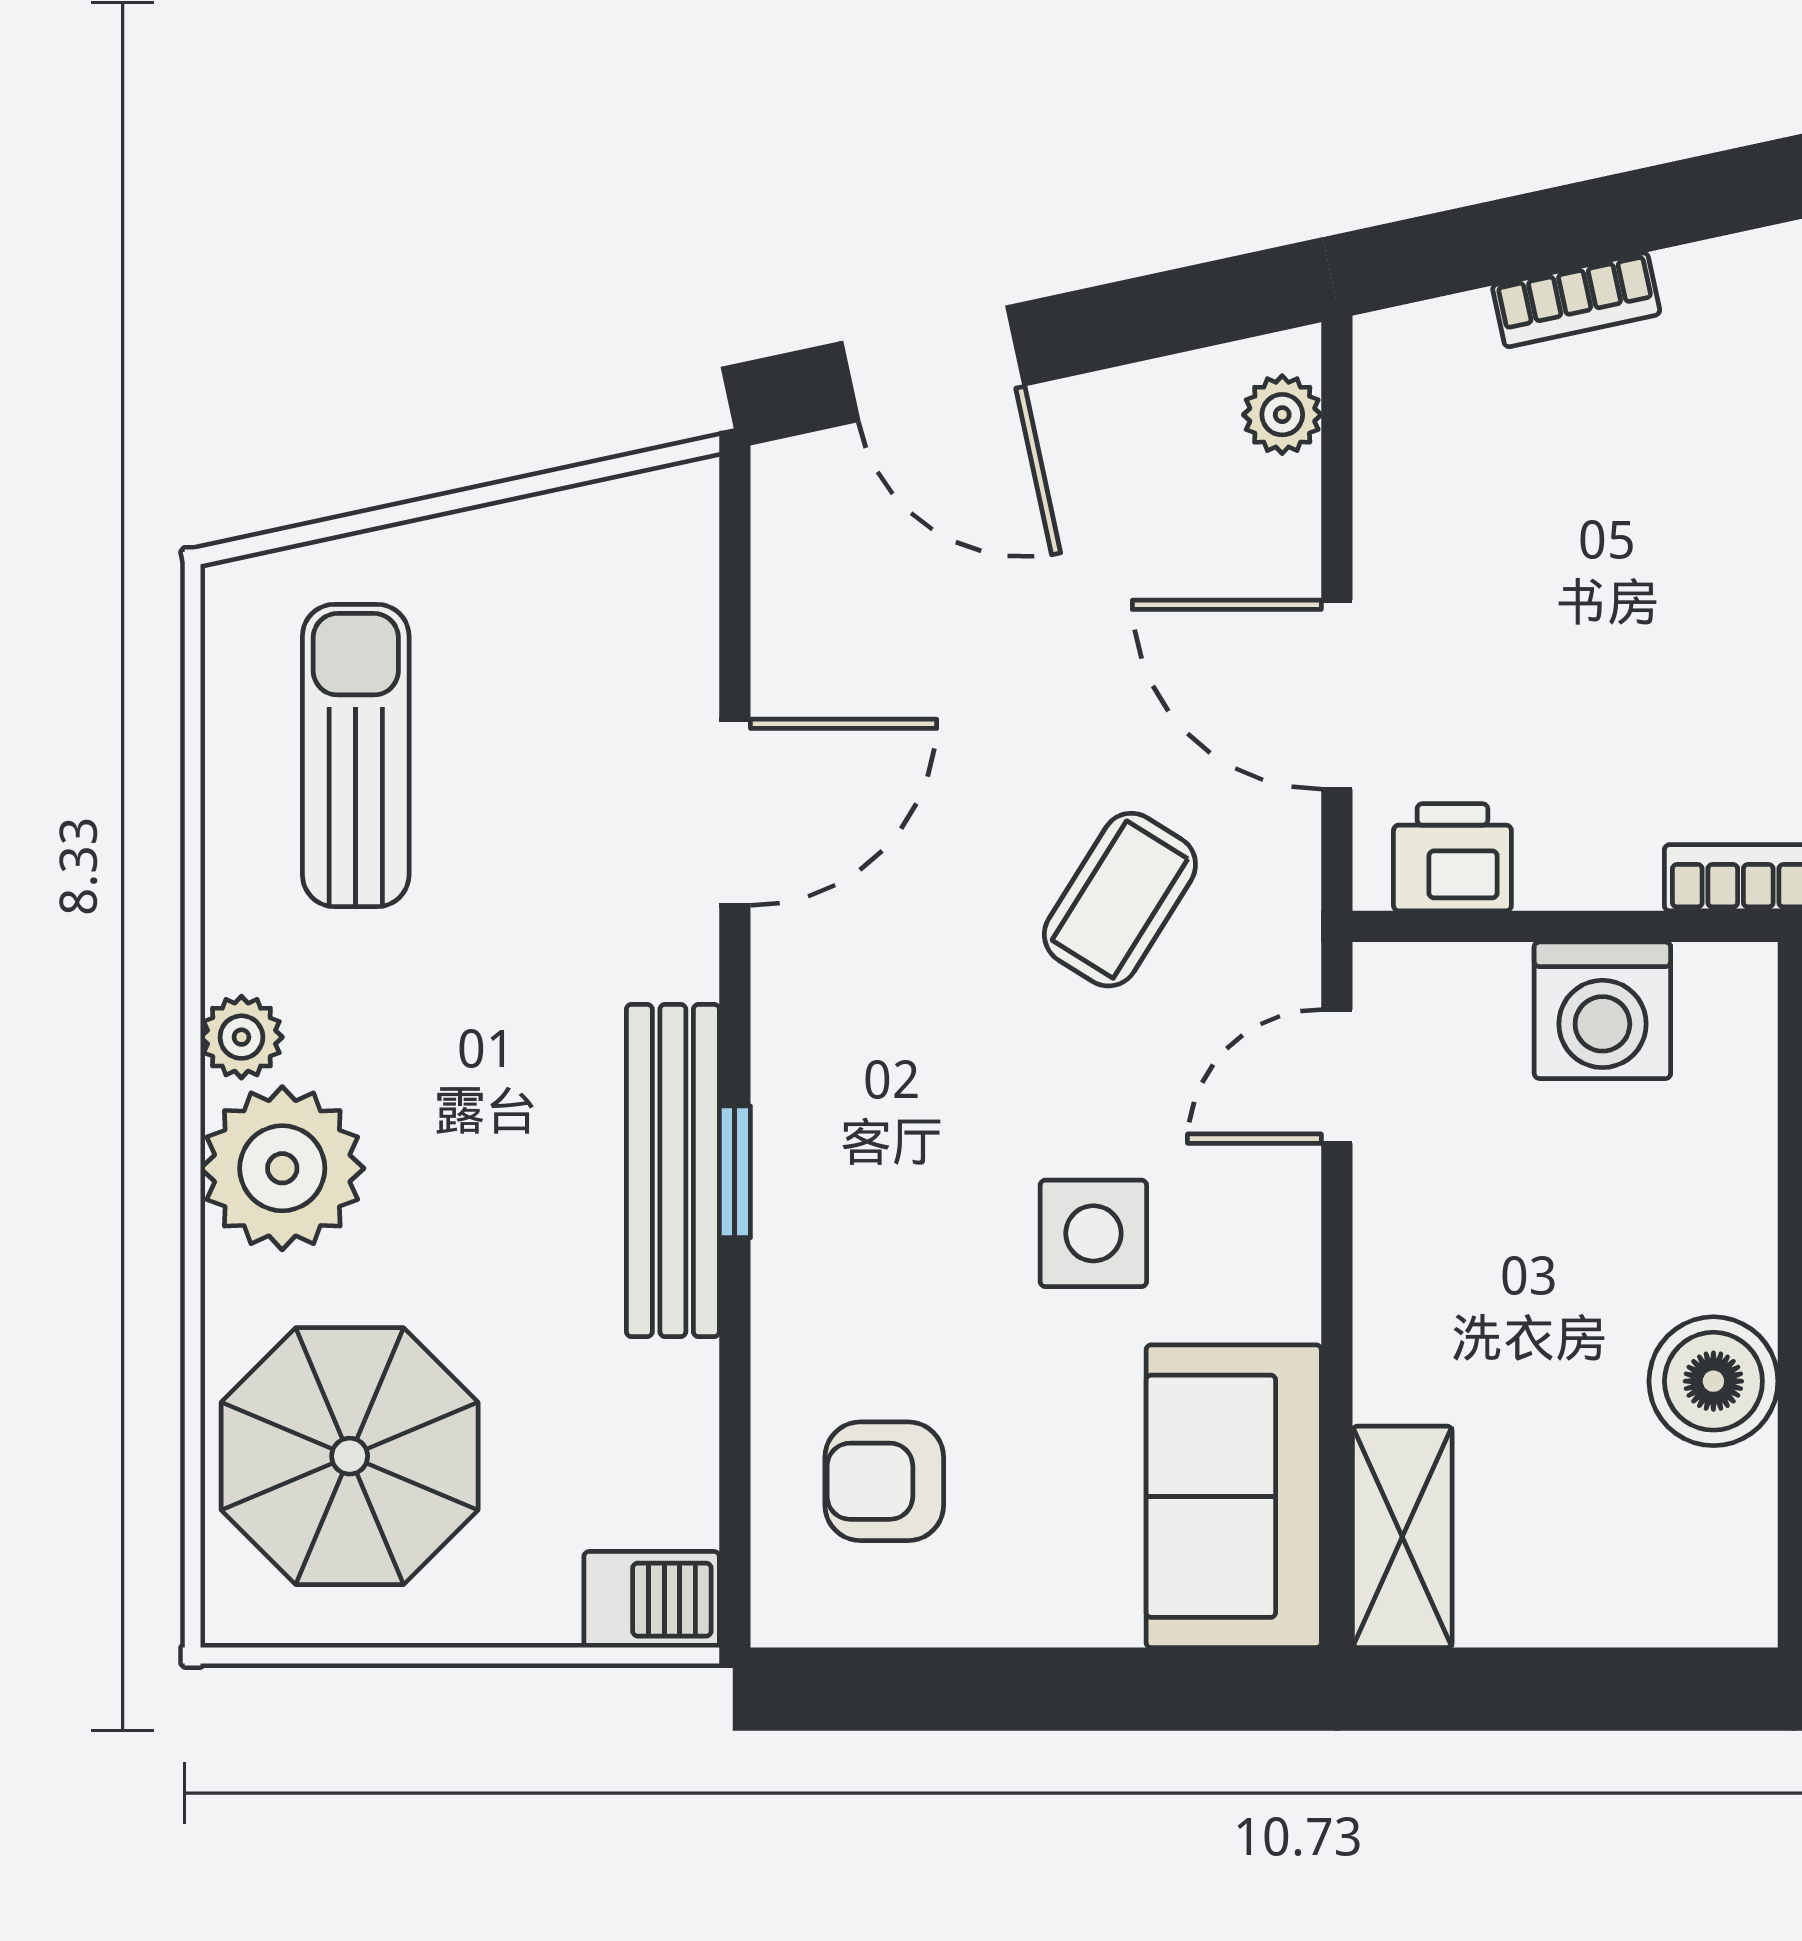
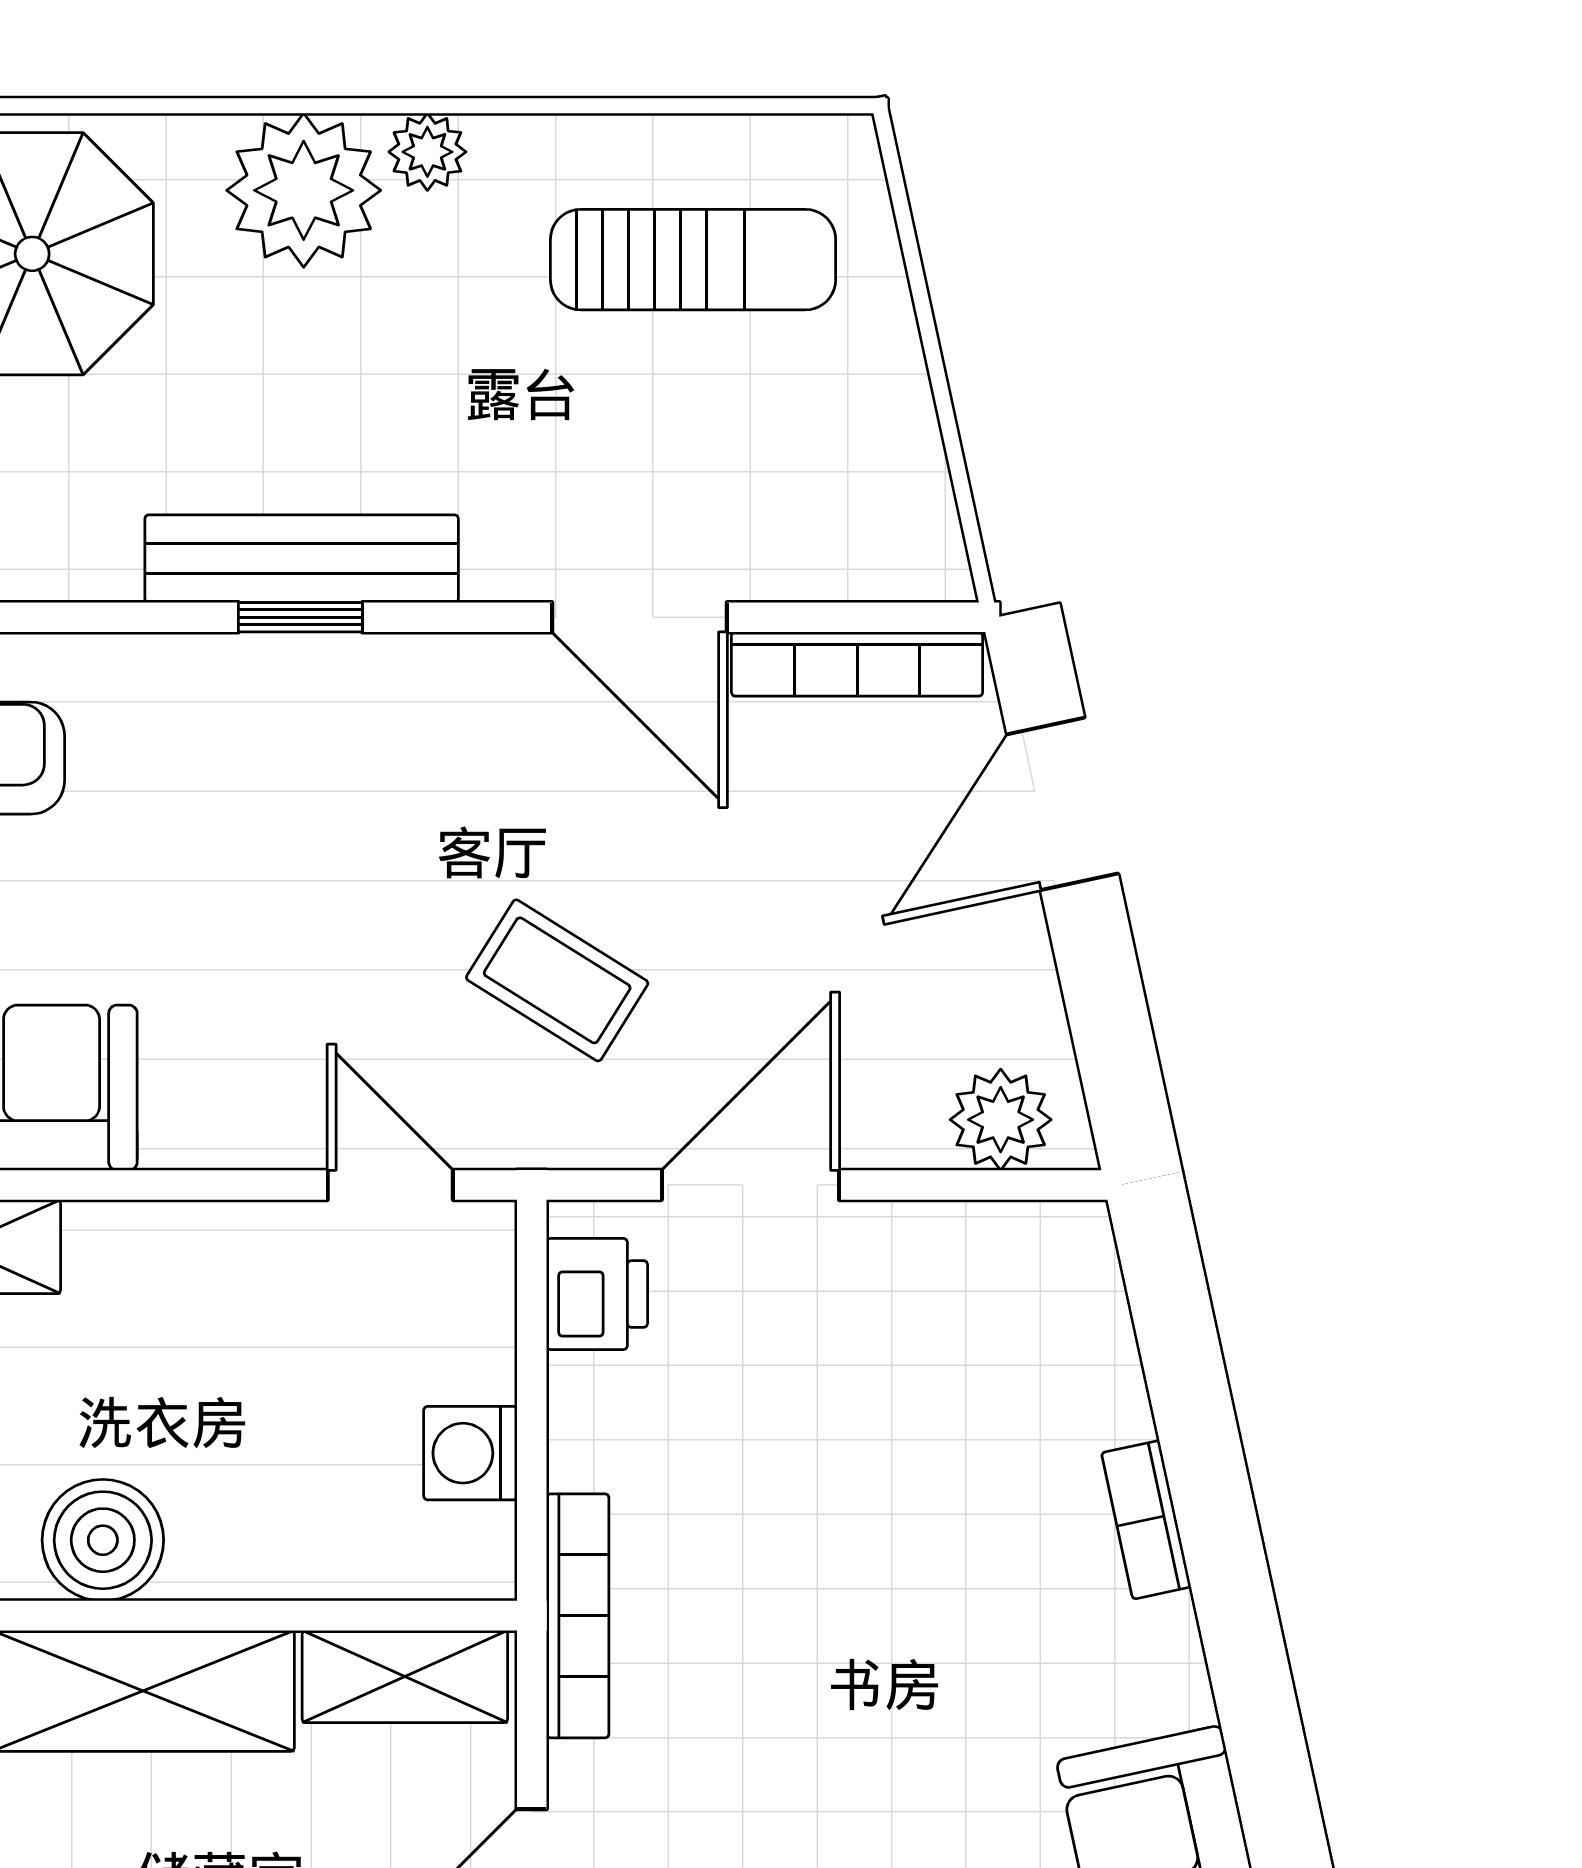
bookcase: (1576, 300) -> (1146, 1520), moved
plant: (1282, 415) -> (1001, 1120), width x1.38, depth x1.38
bookcase: (785, 582) -> (857, 664), added
washing machine: (1602, 1010) -> (470, 1453), width x0.73, depth x0.73
side table: (1093, 1233) -> (242, 955), removed

